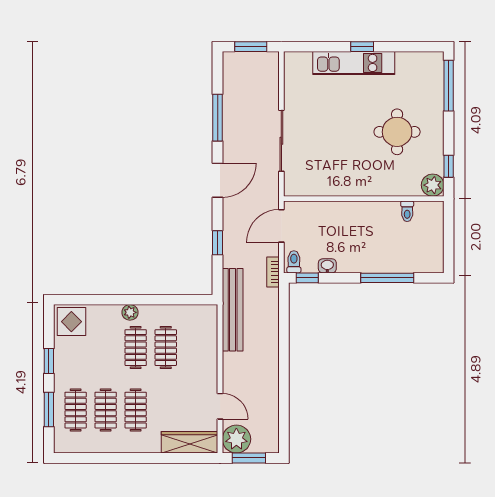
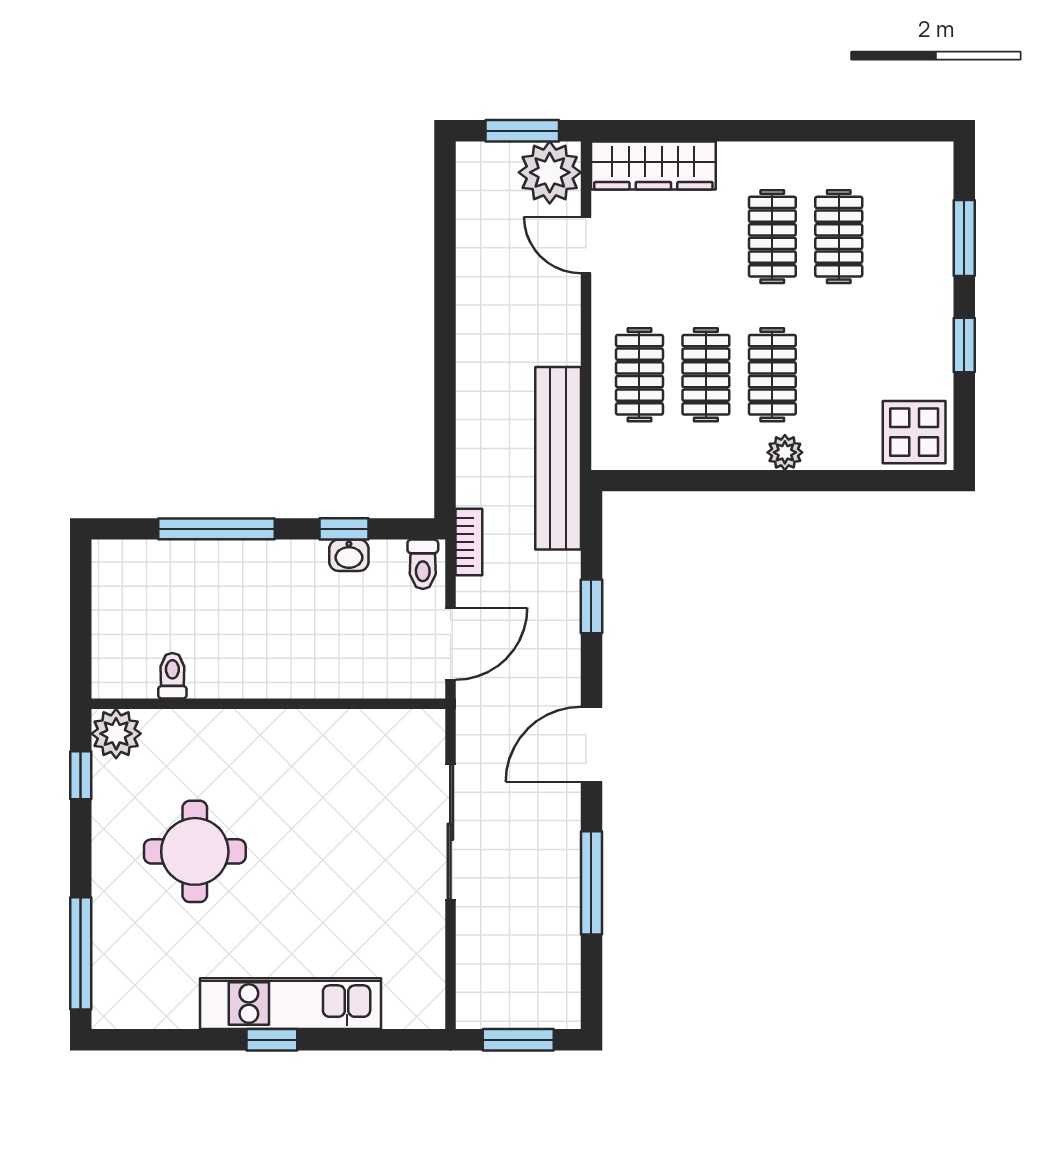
window: (307, 278) -> (344, 529), moved
clothes rail: (76, 410) -> (639, 375), moved

